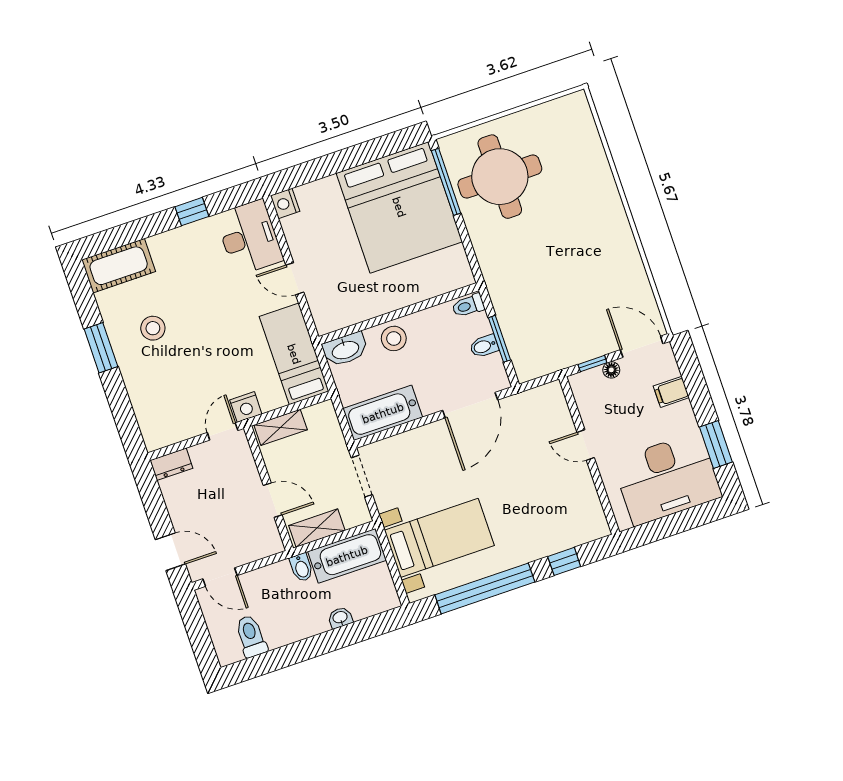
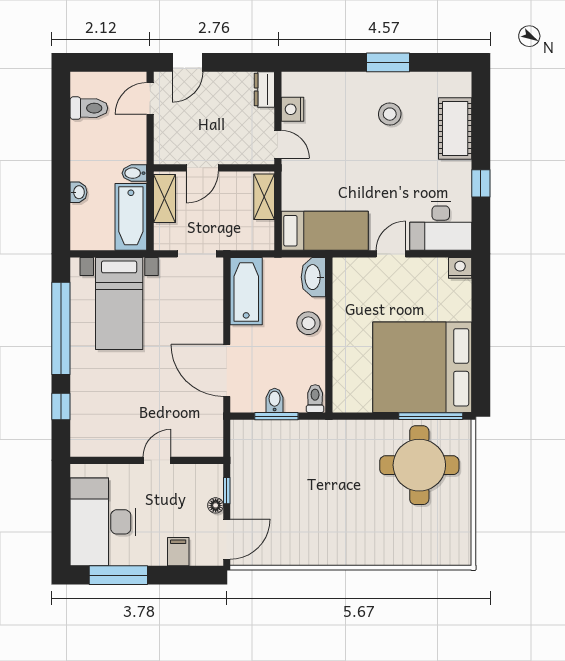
cot: (119, 266) -> (455, 128), moved
nightstand: (246, 407) -> (292, 109), moved
window: (716, 445) -> (118, 575), width x1.44

